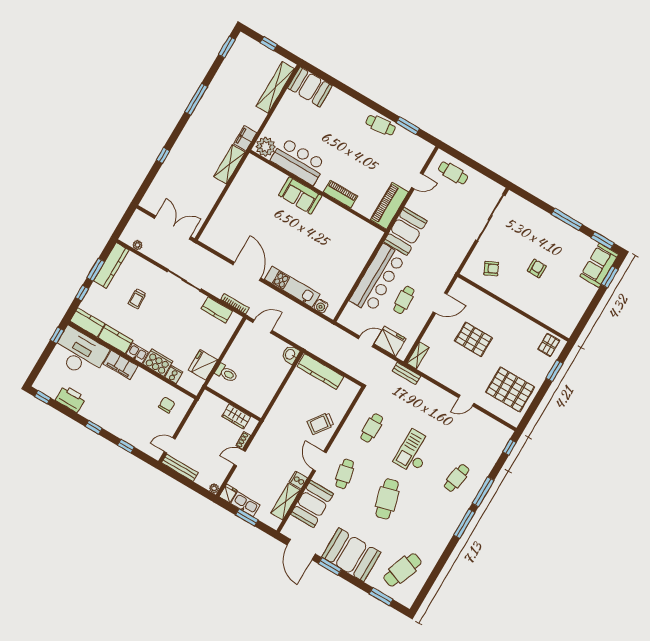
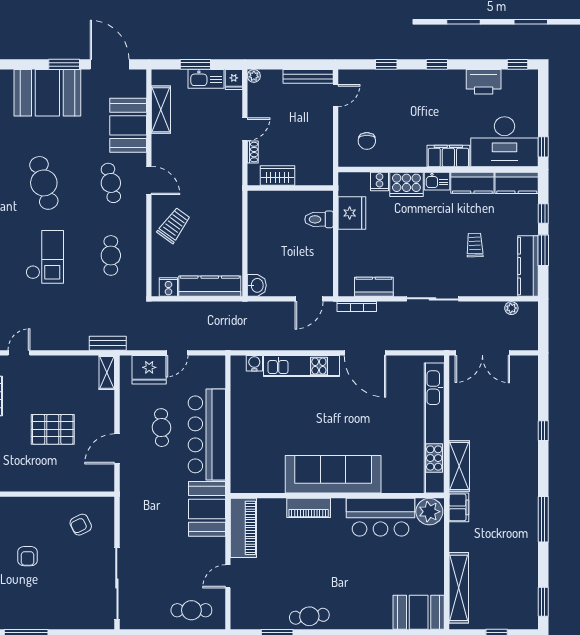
sofa: (300, 196) -> (333, 474), width x1.85, depth x1.27
kitchen unit: (231, 198) -> (434, 428), added
cooker: (298, 480) -> (168, 287), moved, turned -90

